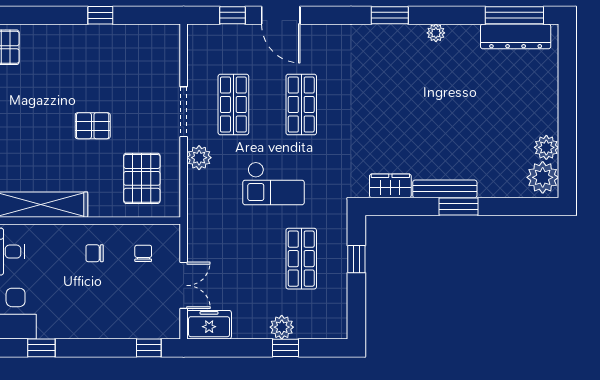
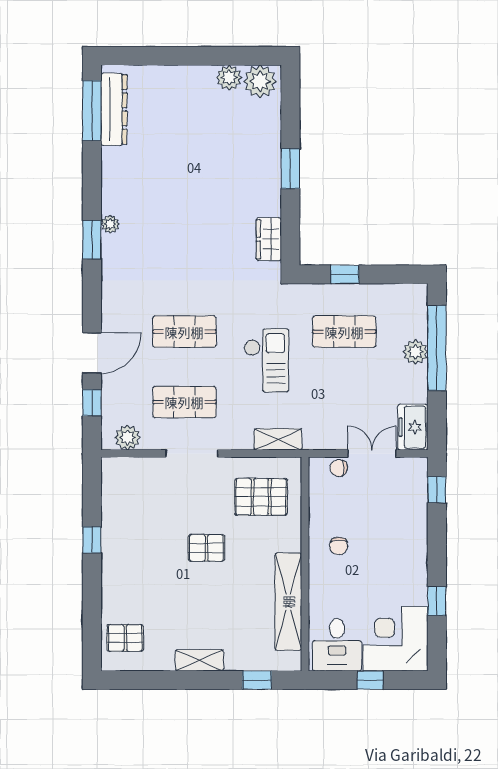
plant: (436, 33) -> (110, 224), moved
pallet: (93, 126) -> (206, 548), turned 90
plant: (199, 158) -> (128, 438), moved
bench: (445, 189) -> (272, 183), removed
shelving: (197, 195) -> (278, 439), added
chair: (143, 253) -> (339, 468), moved
window: (285, 348) -> (437, 348), width x3.17

